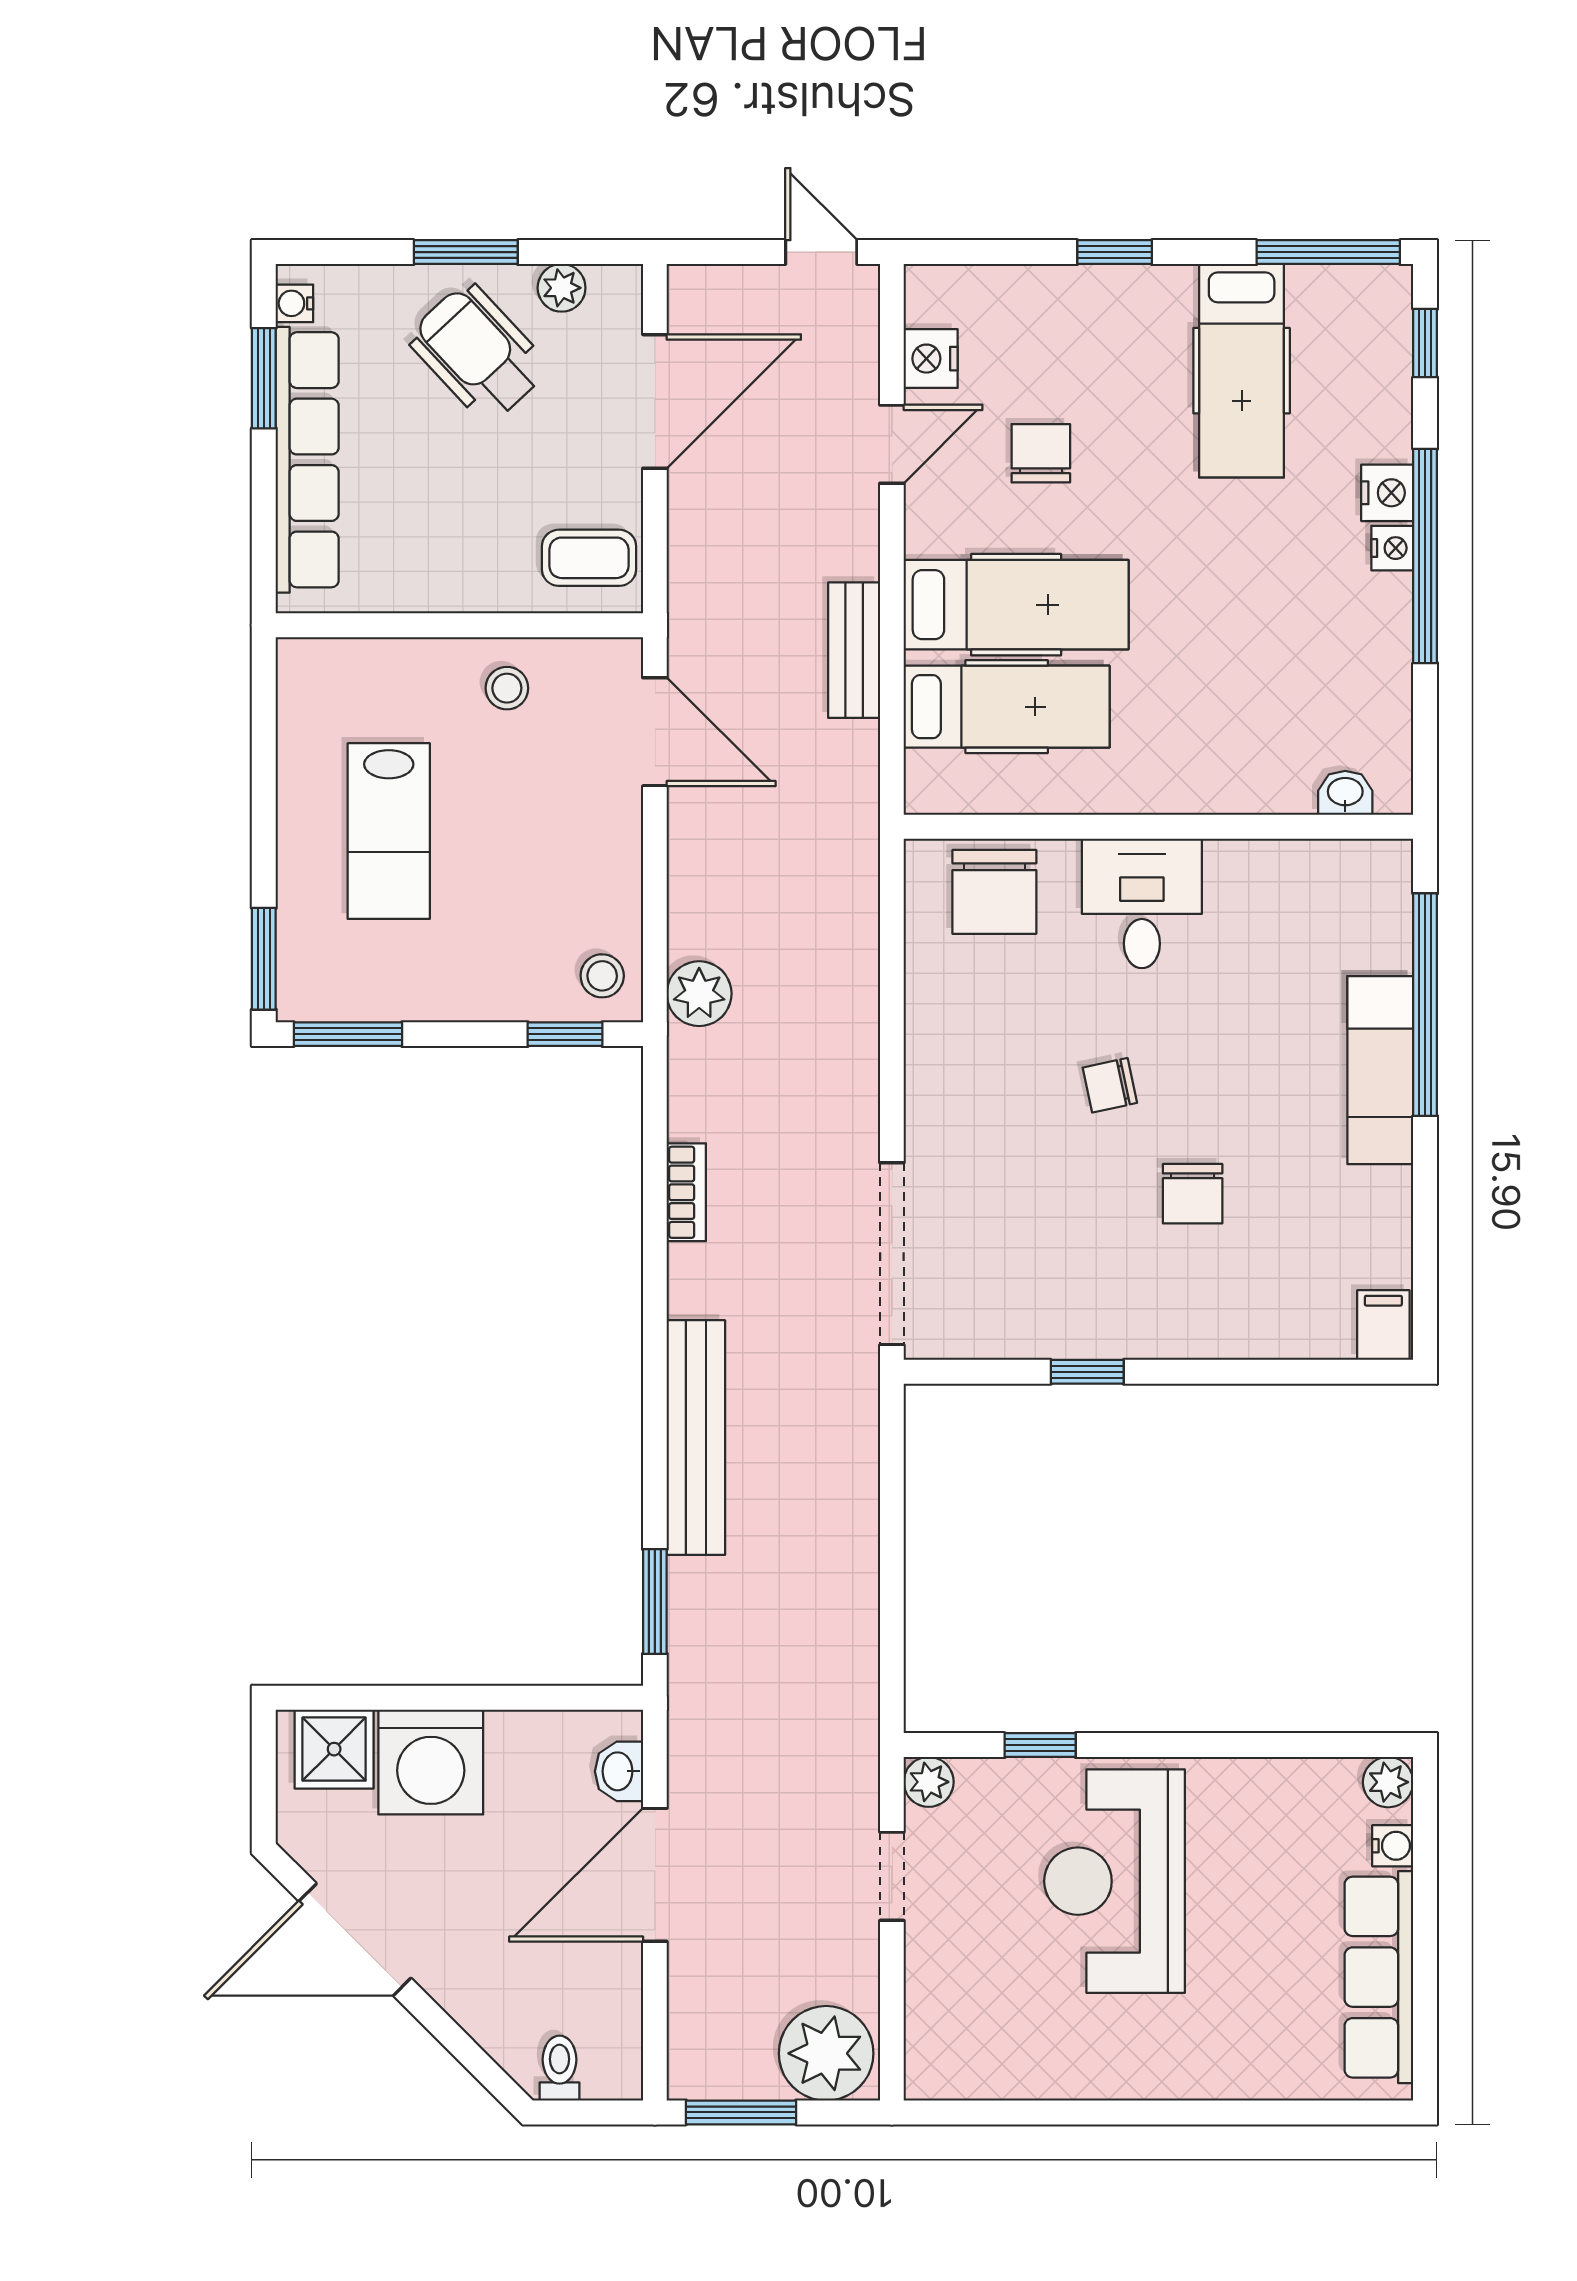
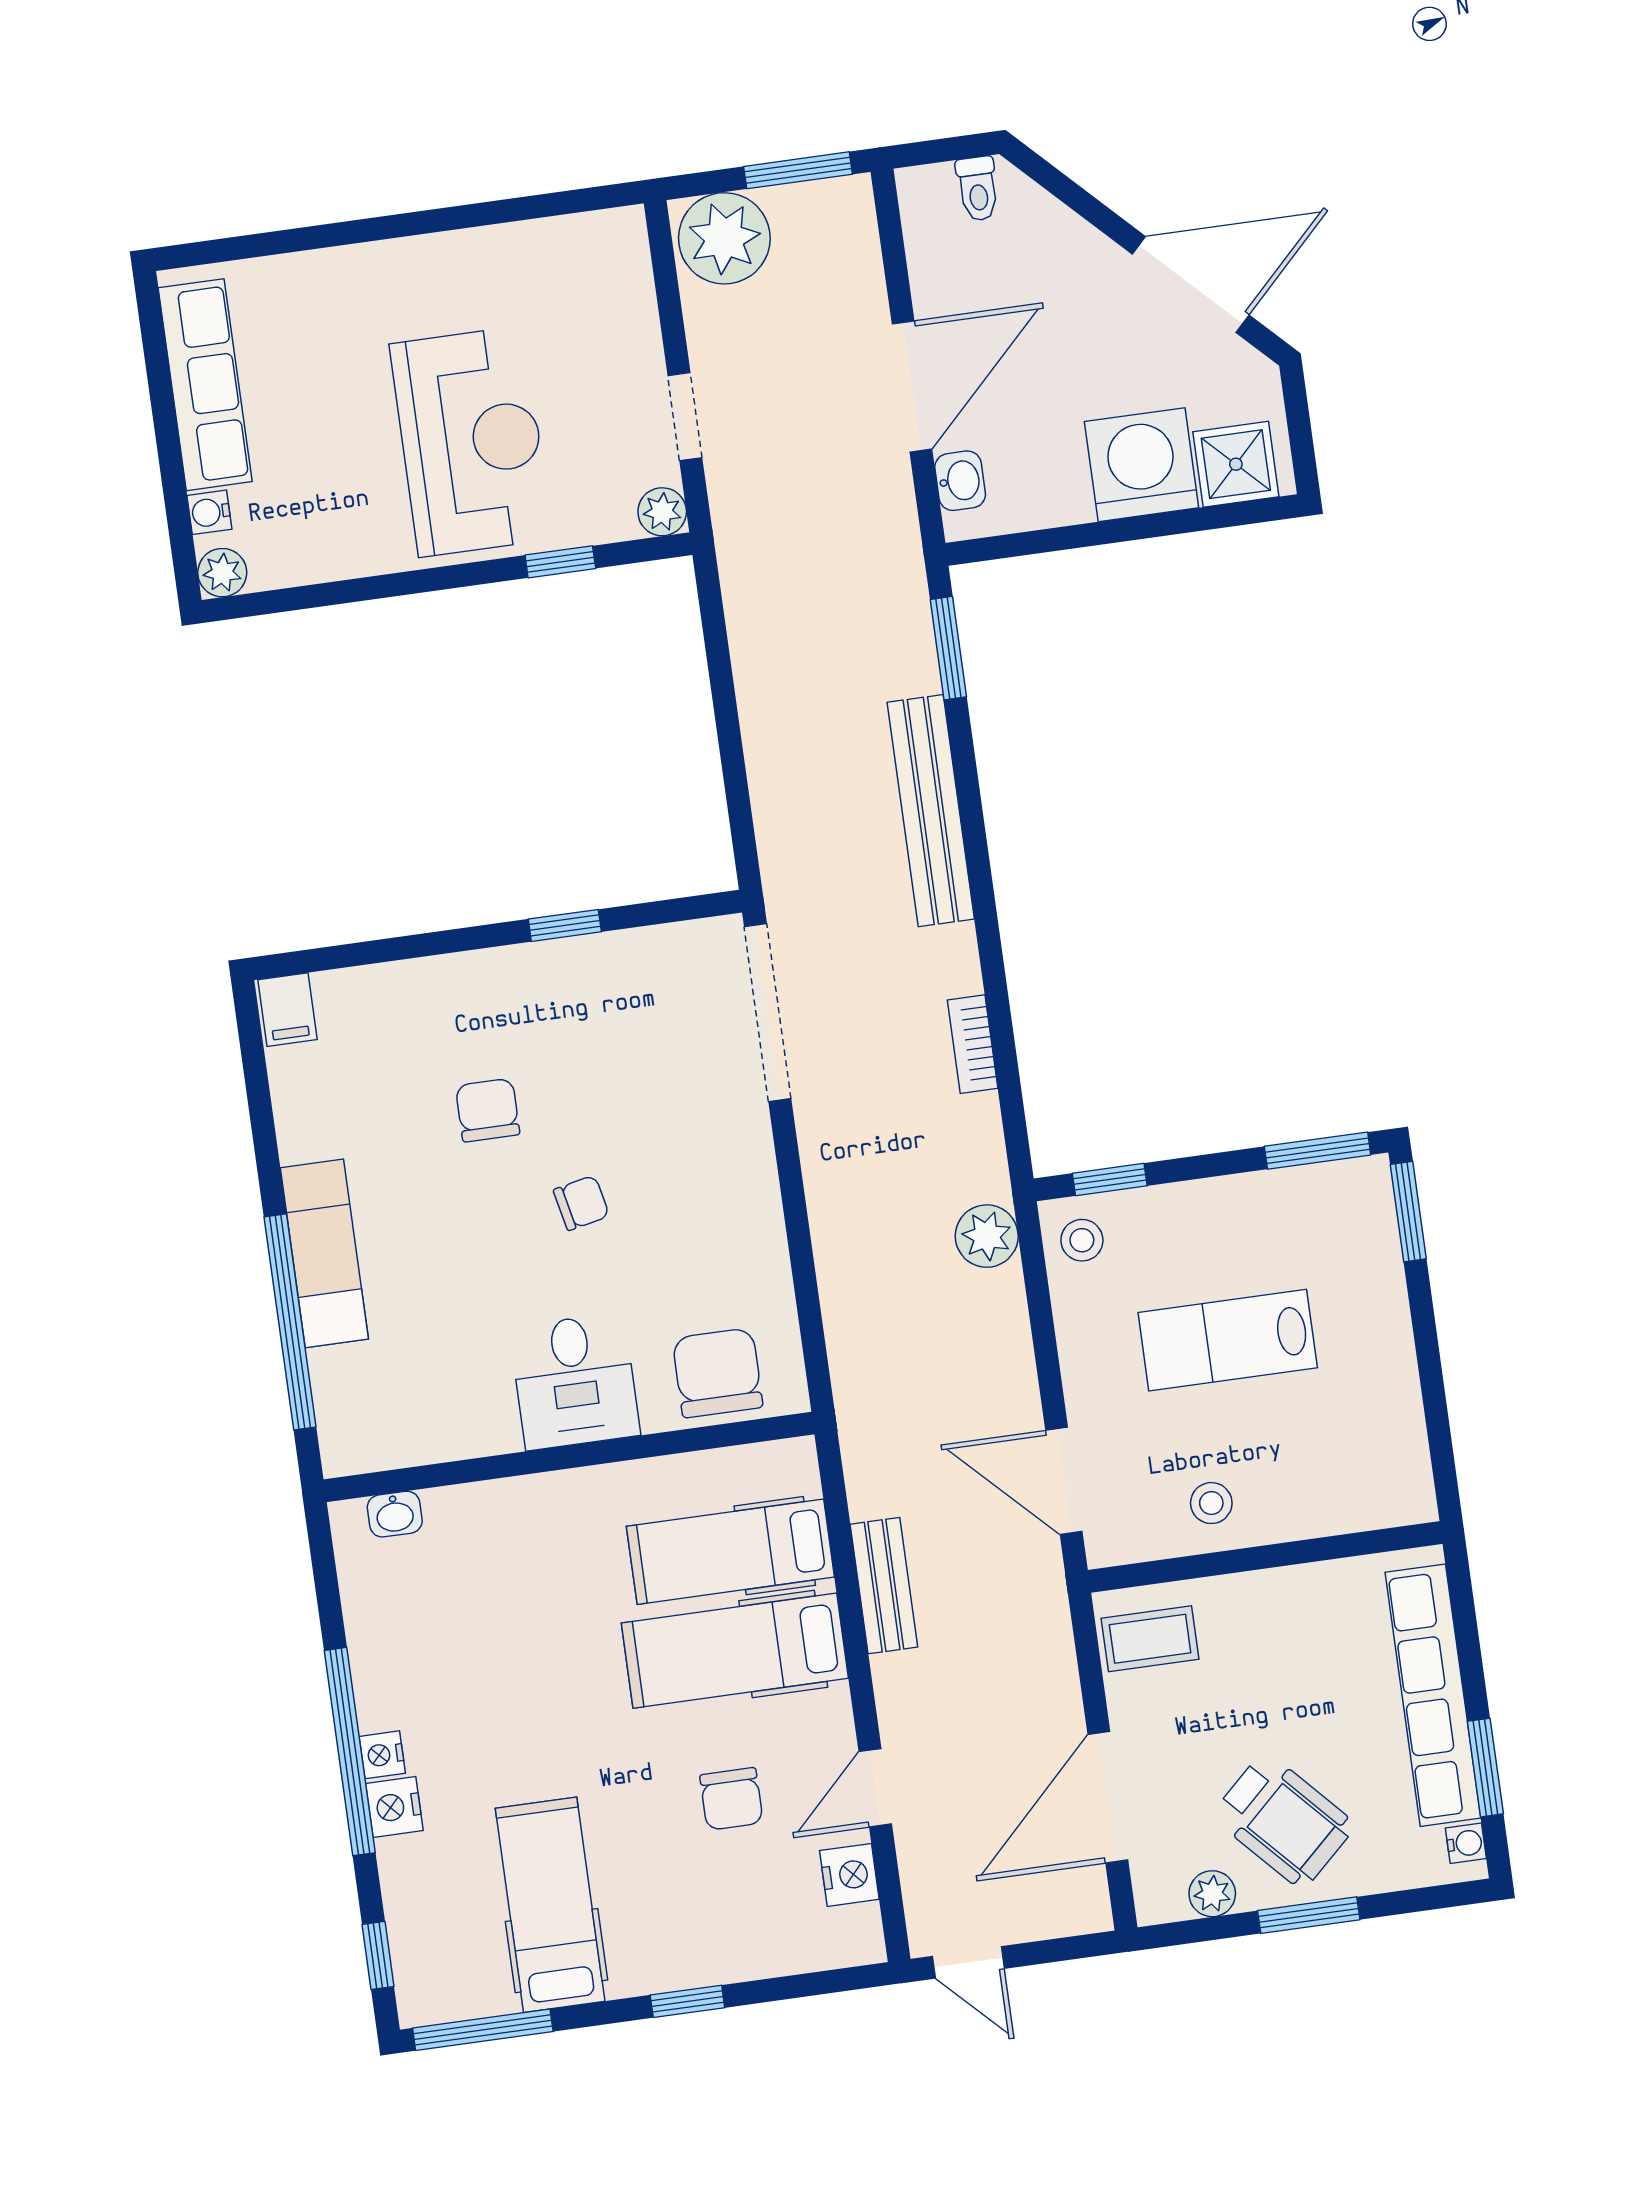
lab bench: (389, 831) -> (1228, 1340), moved, turned -90

